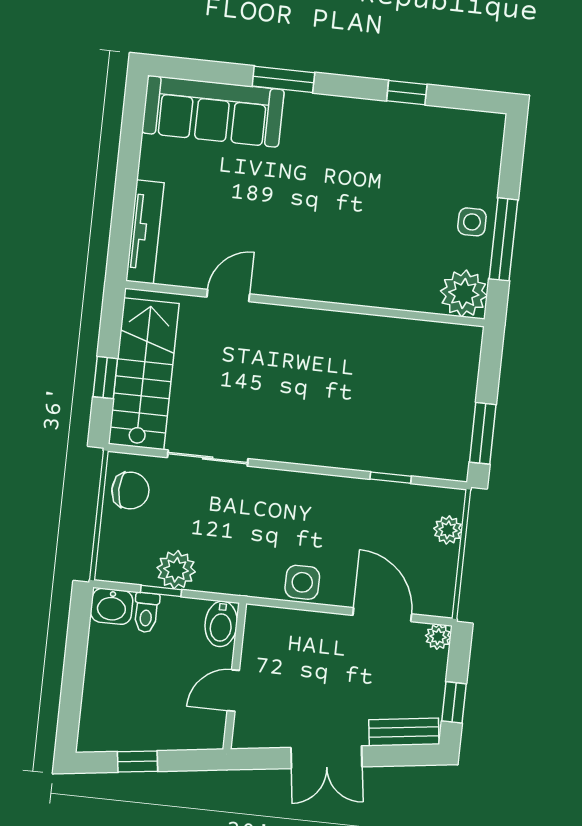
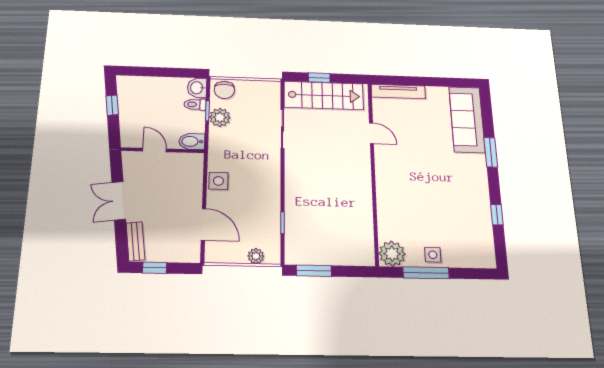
chair: (130, 490) -> (224, 90), moved
door: (382, 615) -> (203, 224), hinge flipped
plant: (438, 637) -> (193, 256), removed

